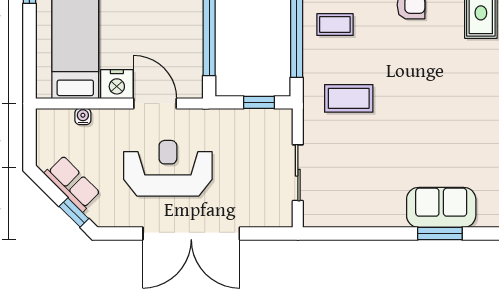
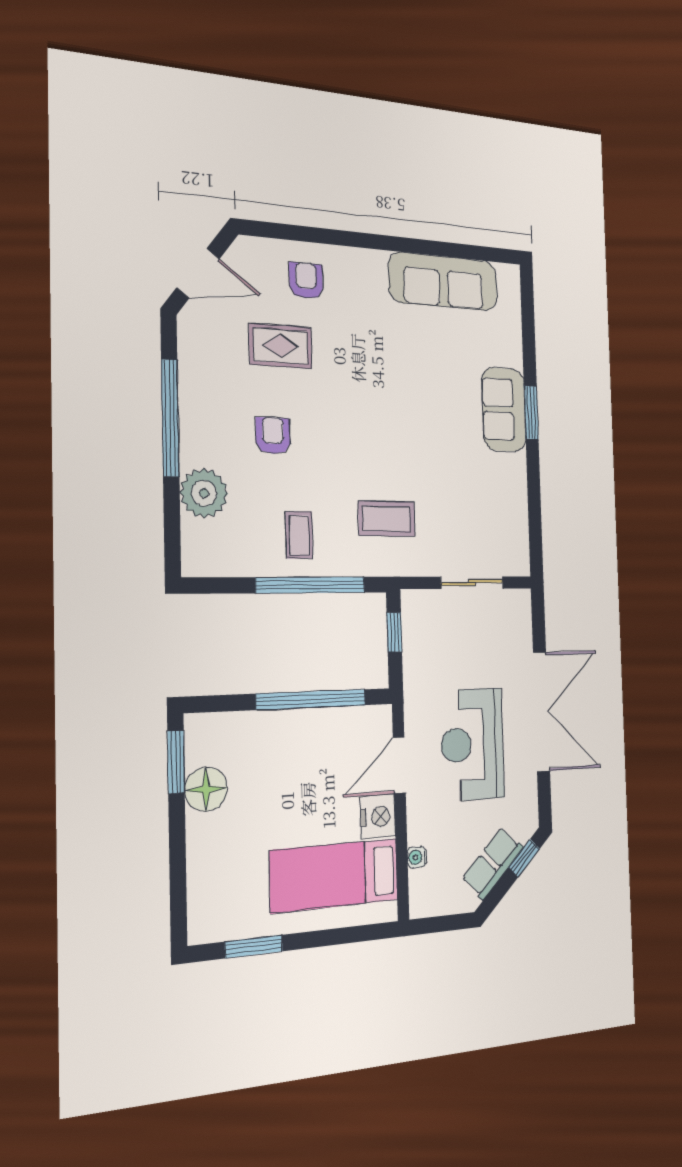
coffee table: (349, 98) -> (387, 519), turned 90

